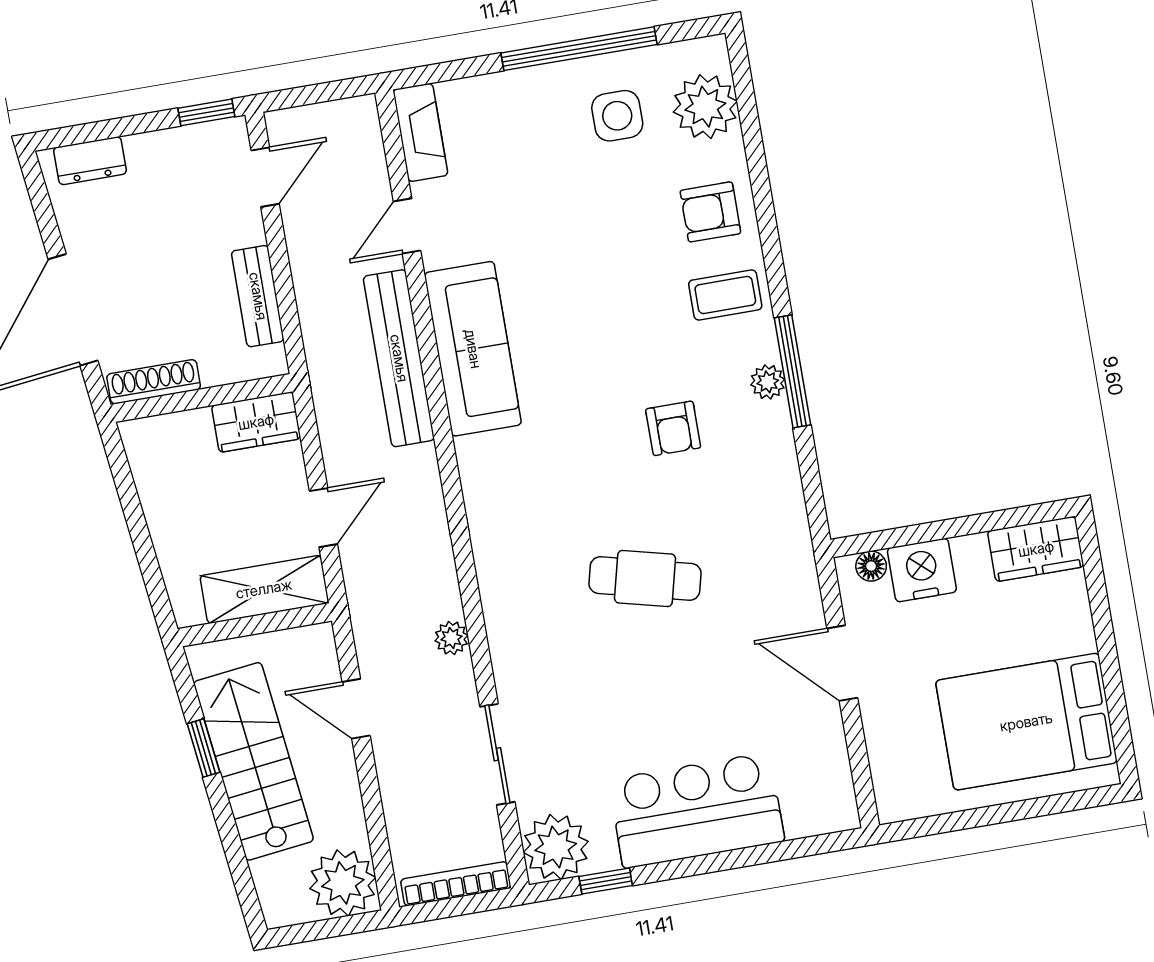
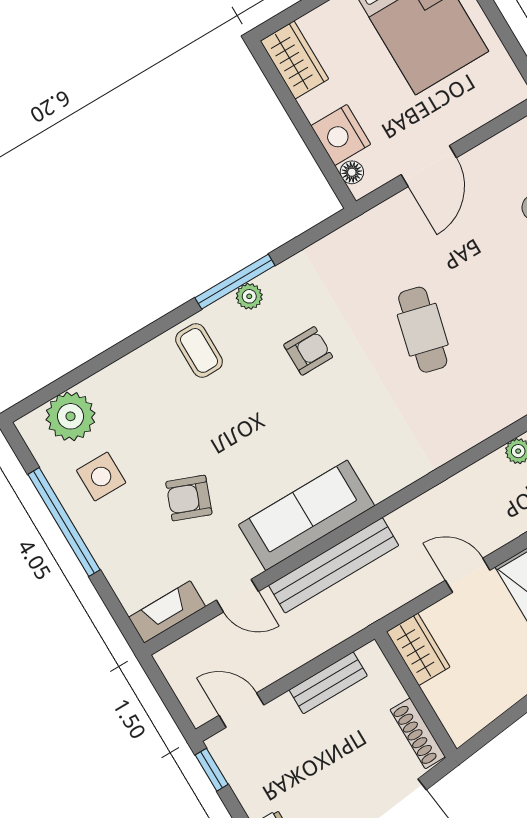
armchair: (710, 212) -> (189, 498), moved, turned 111

